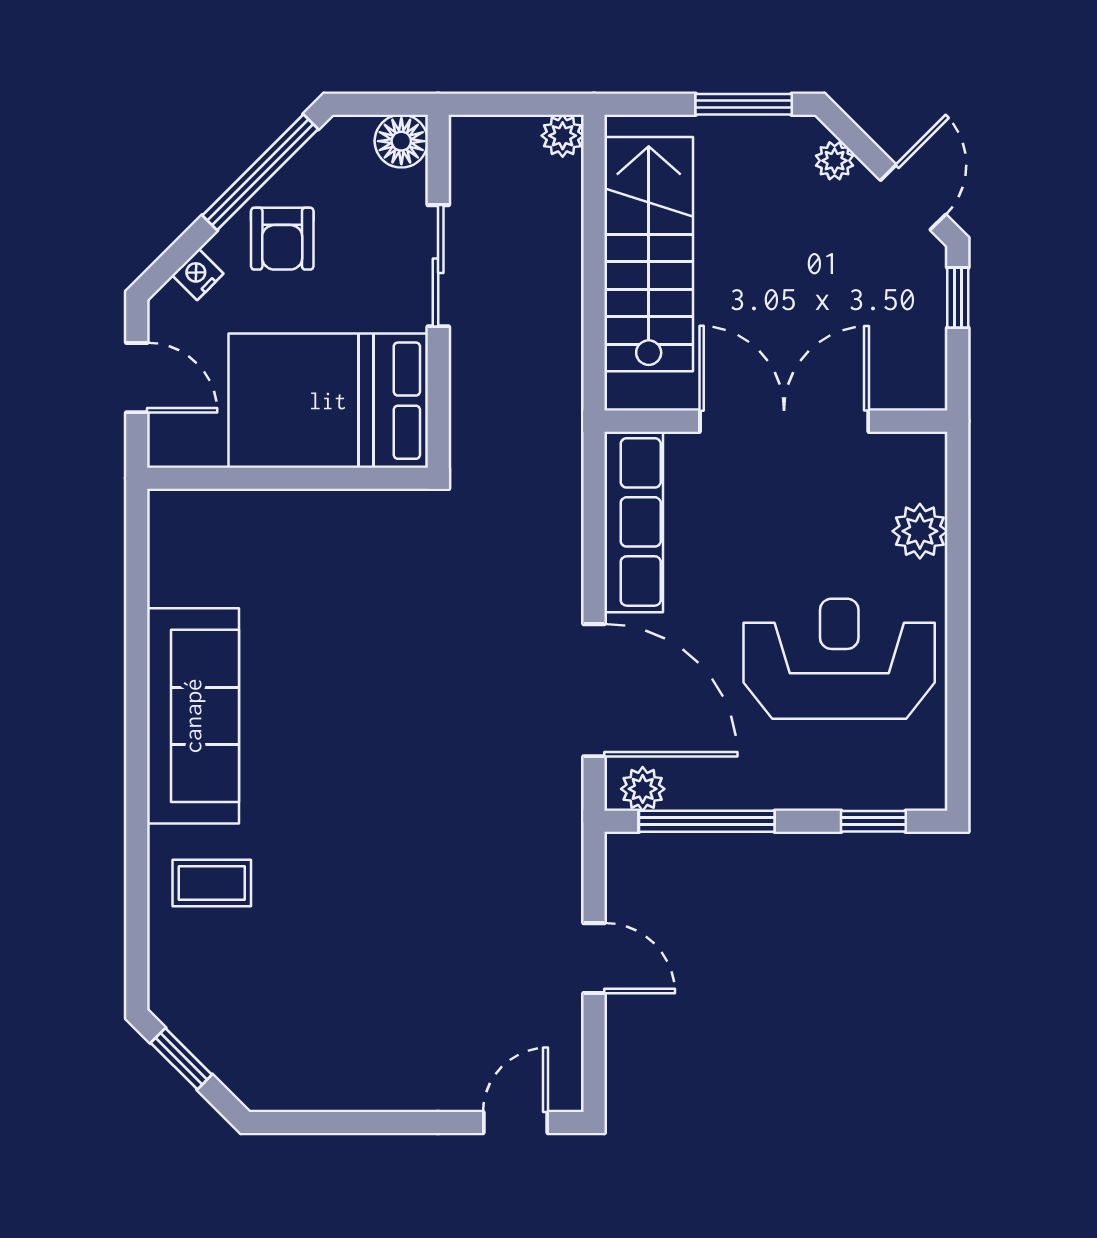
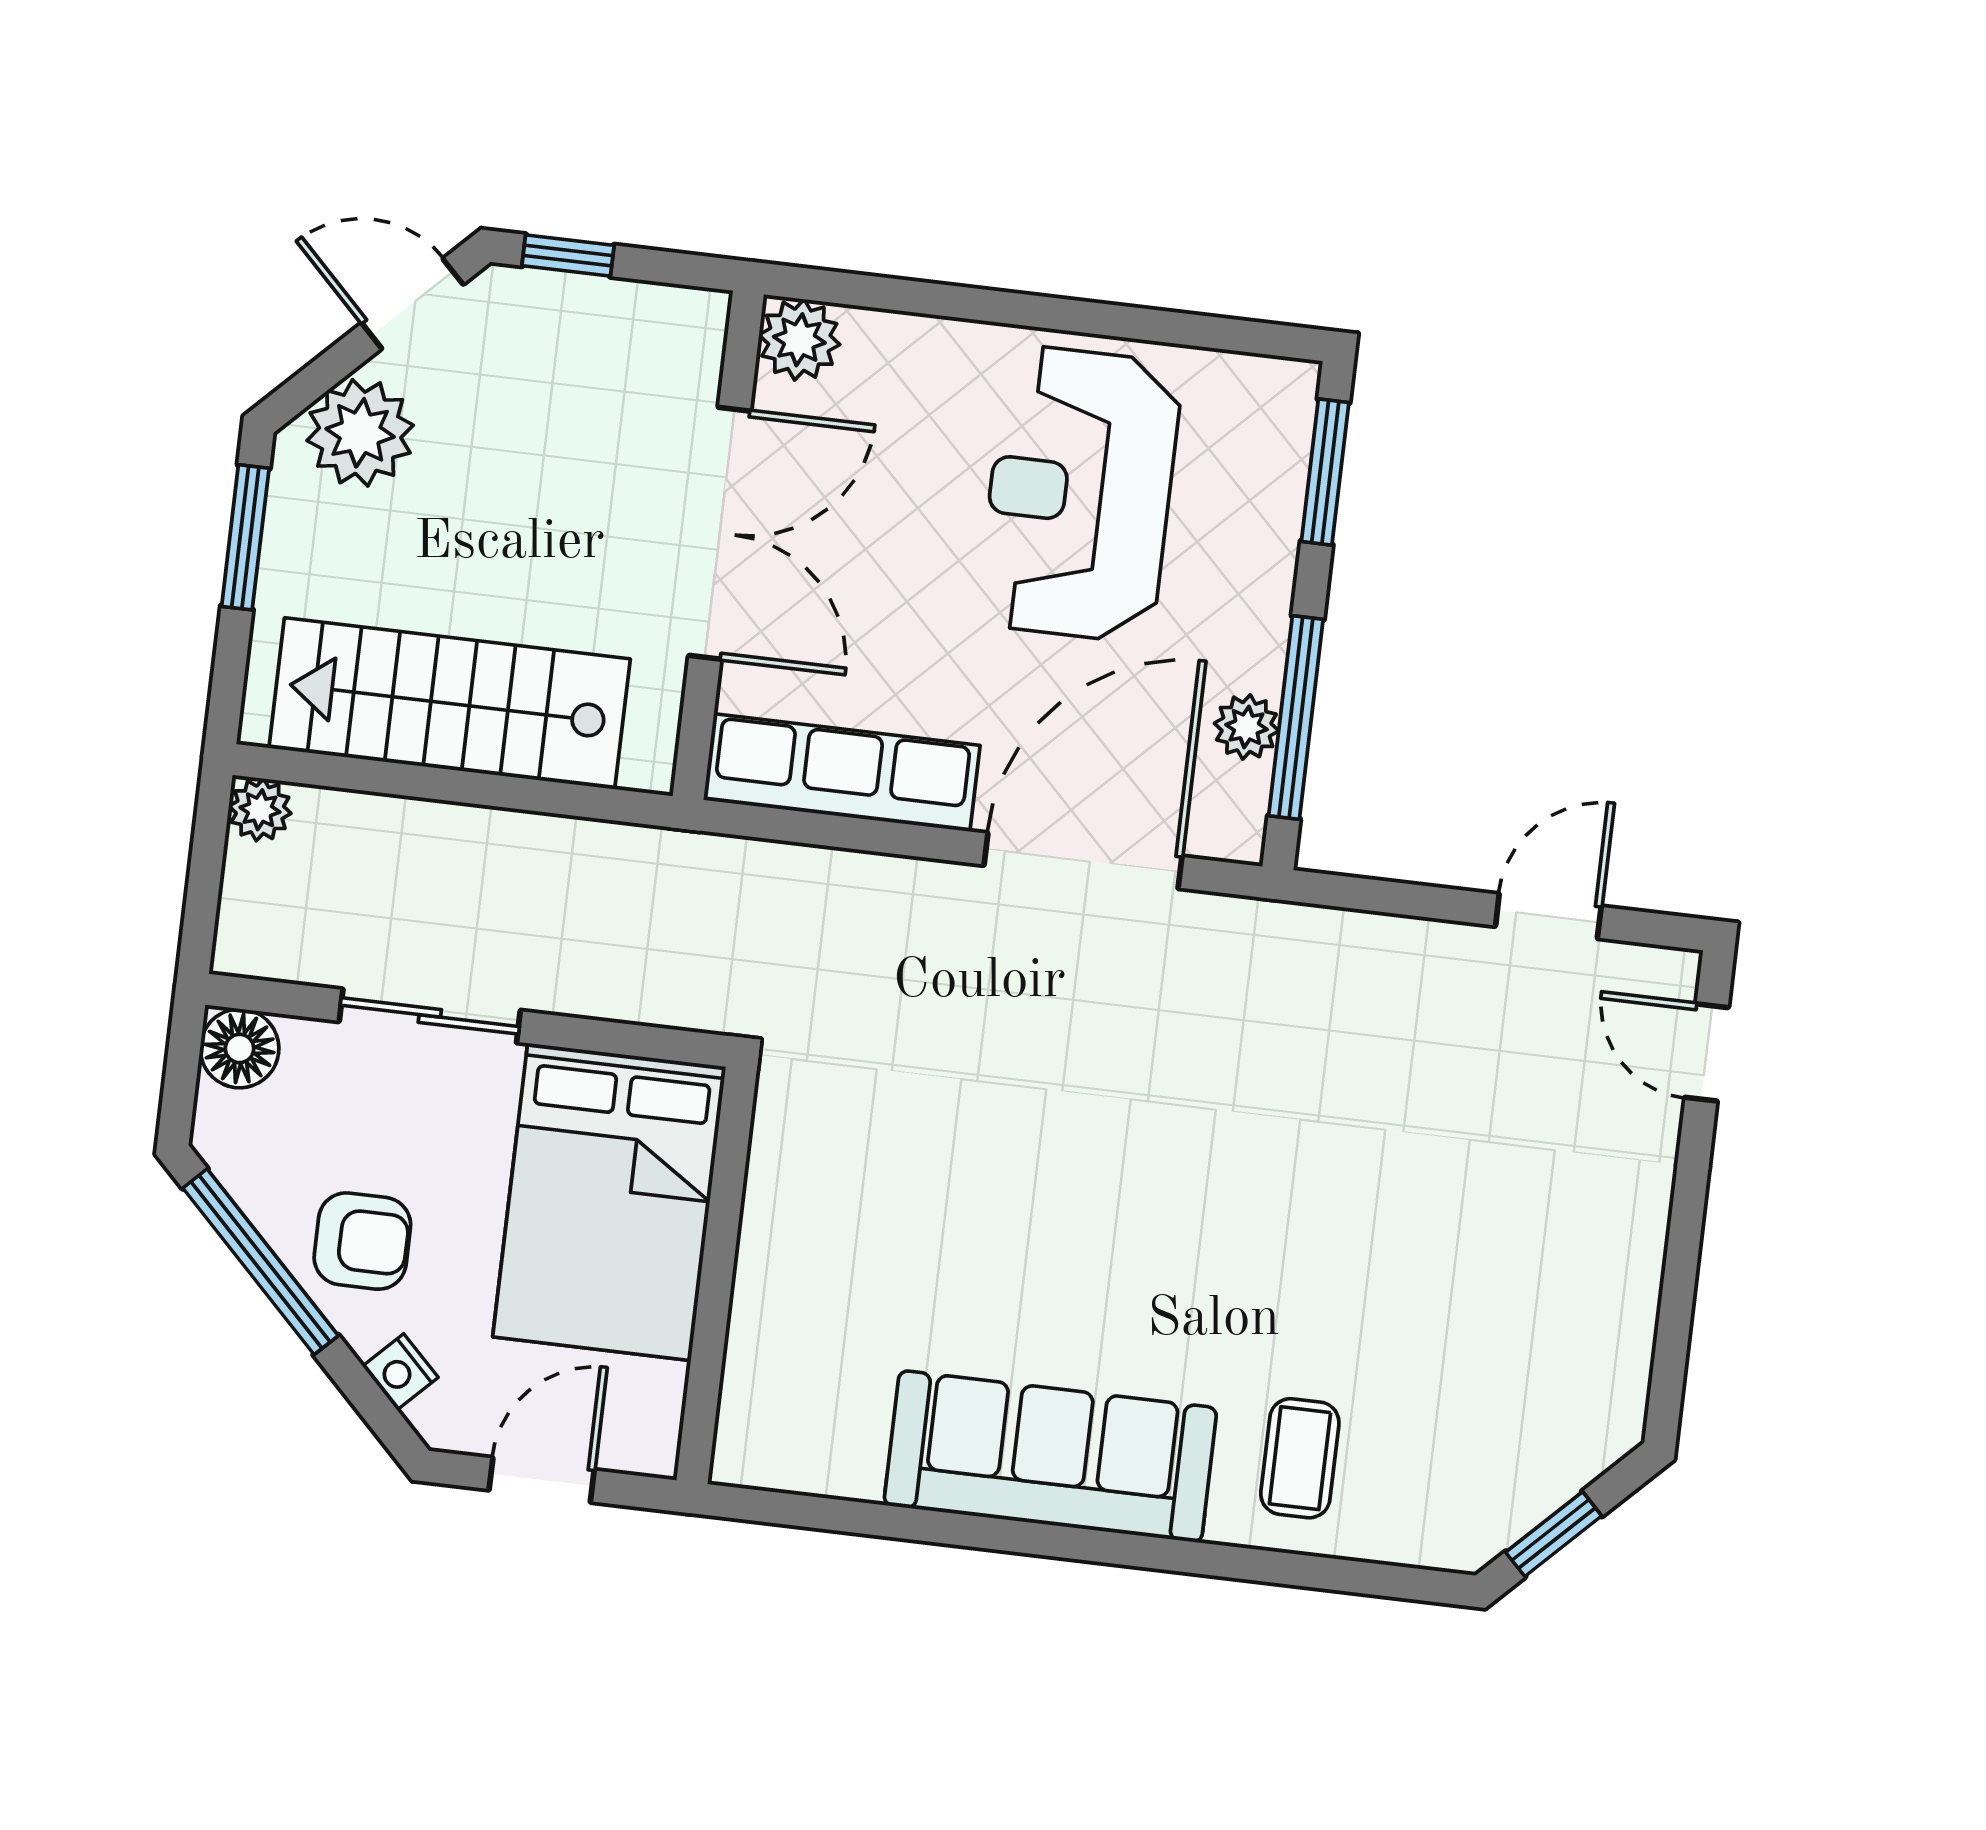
plant: (835, 161) -> (360, 433), width x1.88, depth x1.88
double door: (784, 421) -> (720, 533), swing flipped
plant: (920, 531) -> (799, 340), moved
plant: (643, 789) -> (1246, 727), moved
window: (873, 821) -> (1325, 472), width x1.50
door: (594, 958) -> (1548, 916), moved

